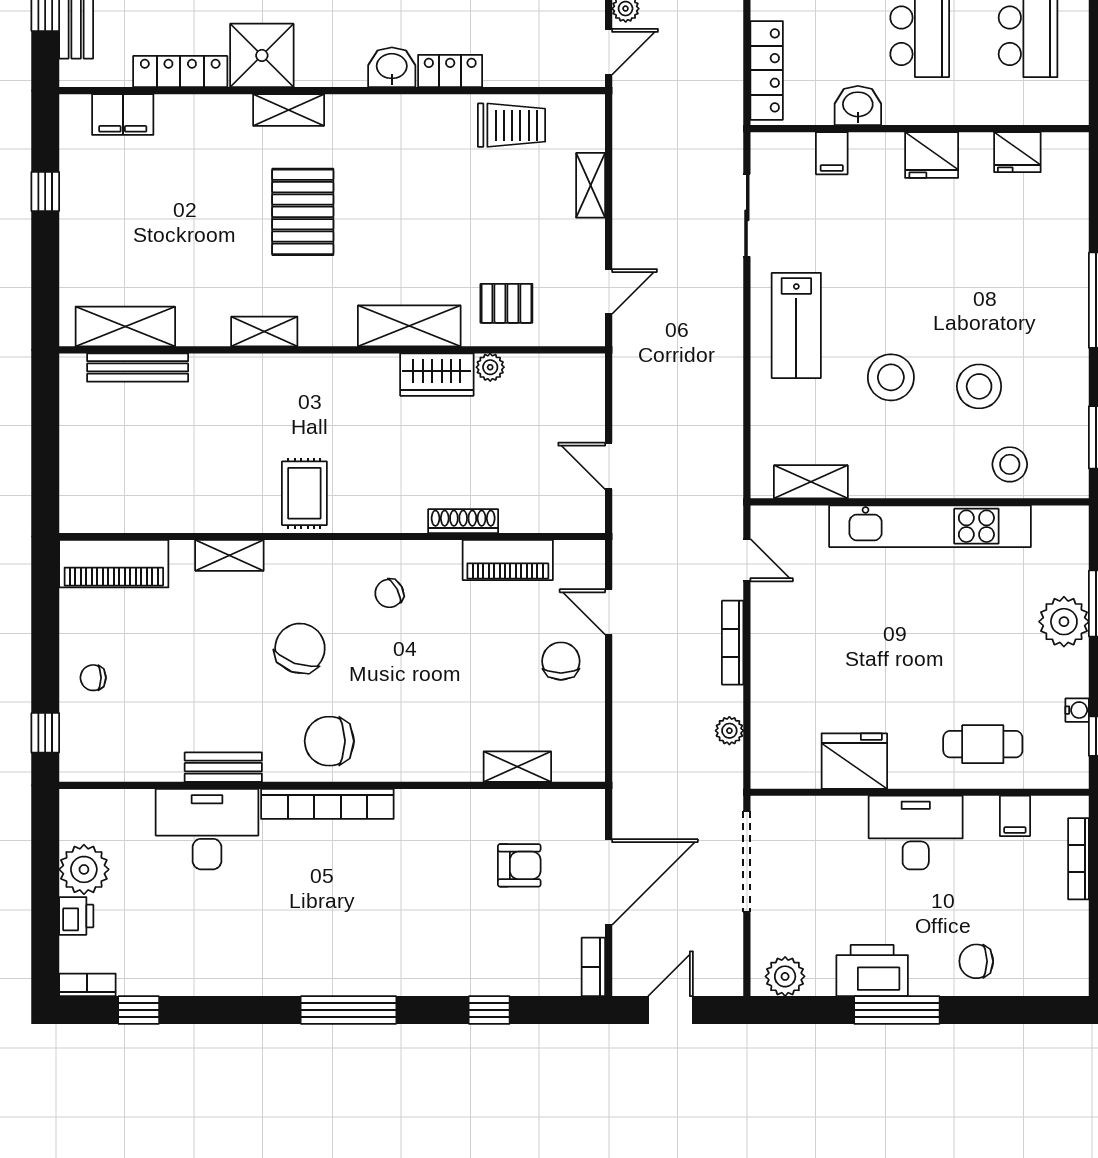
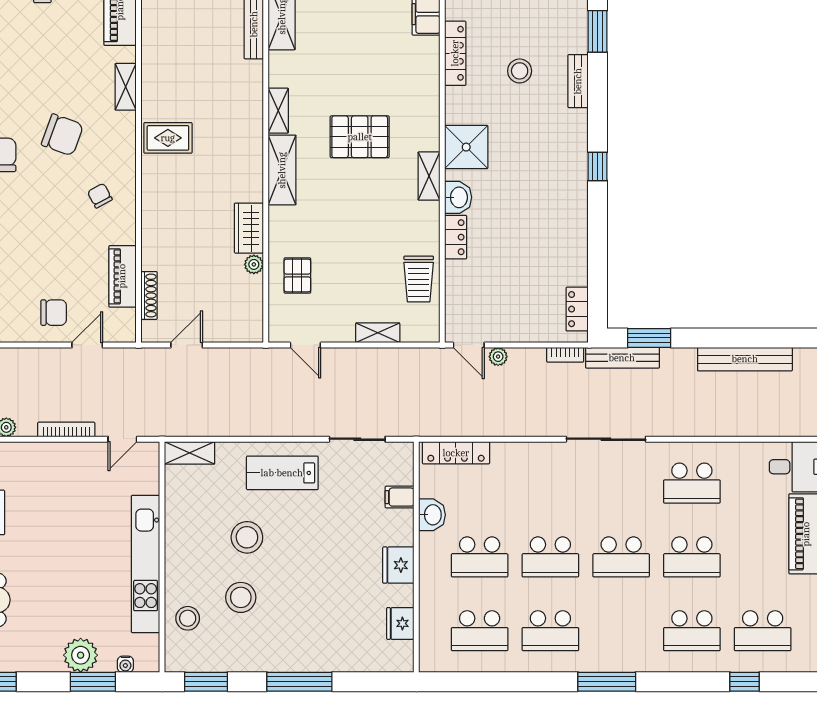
shower: (262, 55) -> (466, 147), moved
shelving: (289, 110) -> (429, 176), moved
shelving: (409, 326) -> (282, 170), moved
shelving: (811, 482) -> (190, 453), moved, turned 90
shoe rack: (463, 521) -> (149, 296), moved
water cooler: (1077, 710) -> (125, 664), moved

